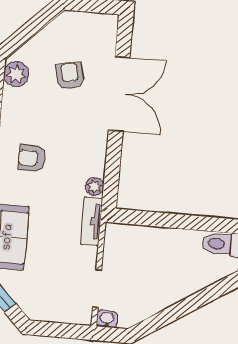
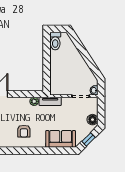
floor lamp: (44, 310) -> (93, 120), added

